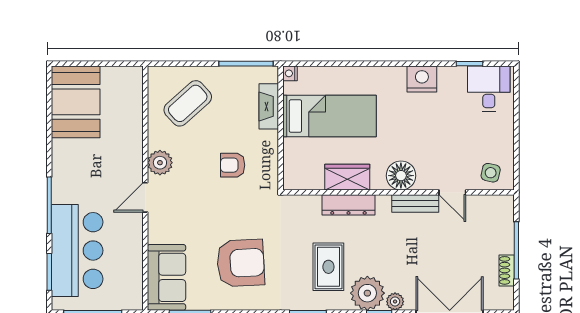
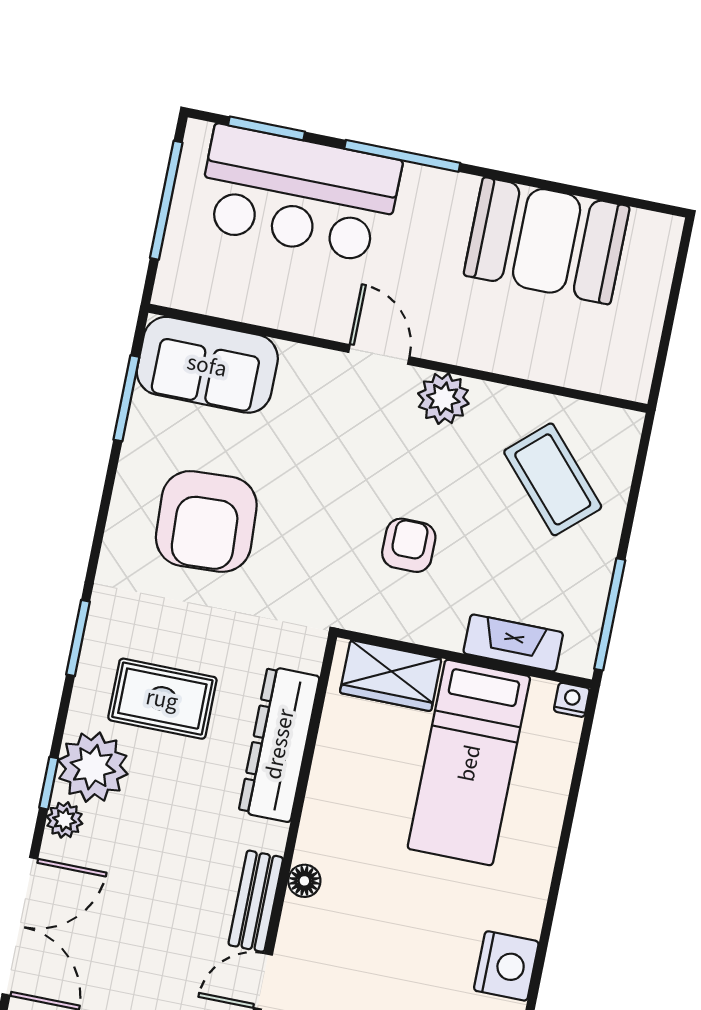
booth: (76, 102) -> (547, 241), moved
floor lamp: (401, 176) -> (304, 881), width x0.53, depth x0.53
wardrobe: (347, 177) -> (391, 676), moved, turned 90
dresser: (348, 205) -> (279, 744), width x1.37, depth x1.24

